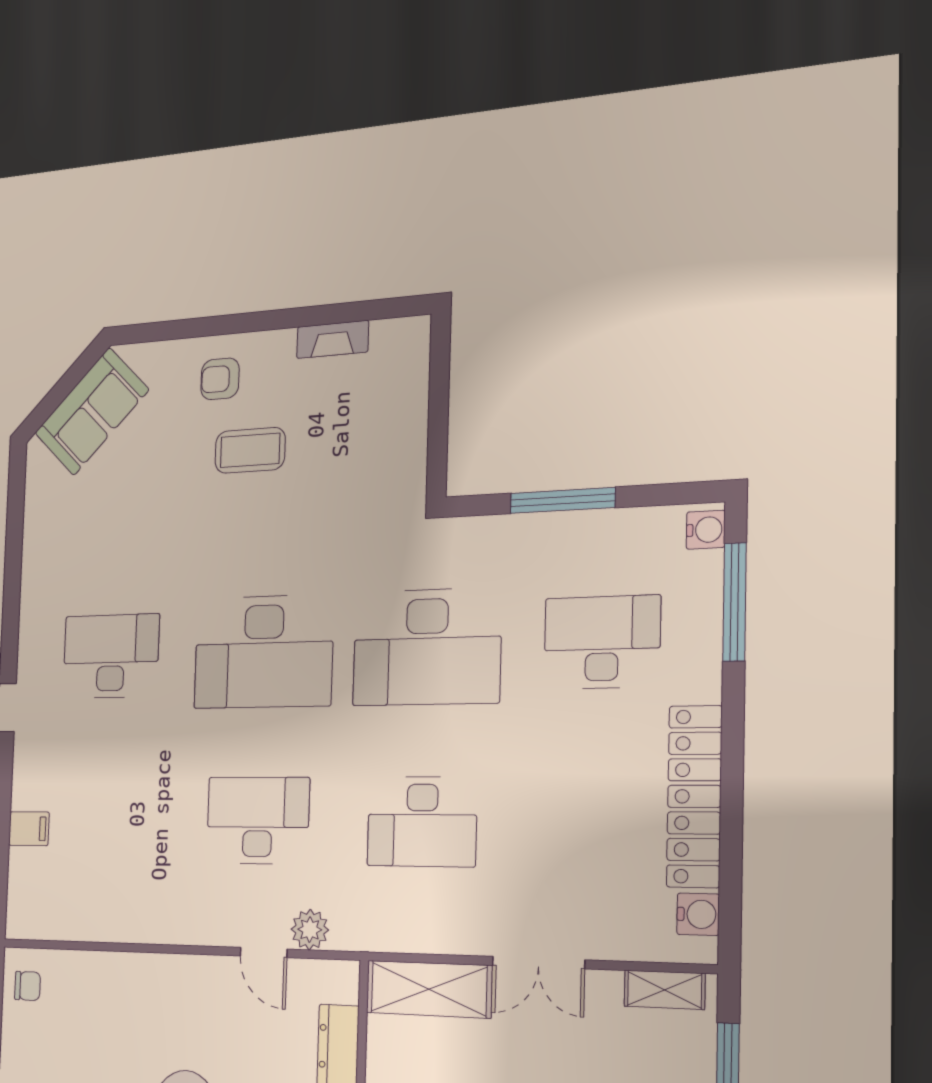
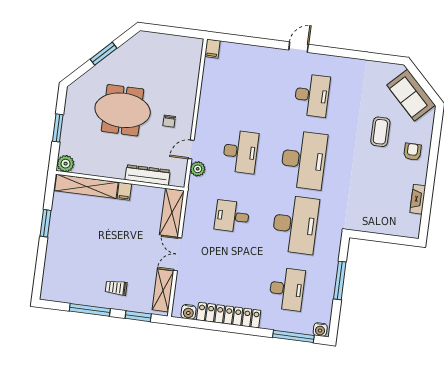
coffee table: (250, 450) -> (380, 132), moved
desk: (427, 647) -> (295, 224), turned 180
desk: (263, 652) -> (304, 160), turned 180
desk: (422, 822) -> (232, 216), width x0.73
filing cabinet: (29, 829) -> (212, 49), moved
chair: (28, 986) -> (169, 121), moved
shelving: (665, 990) -> (163, 290), width x1.50, depth x1.33

